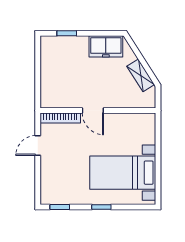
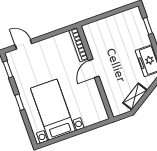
door: (38, 146) -> (23, 44), moved

